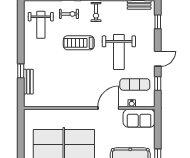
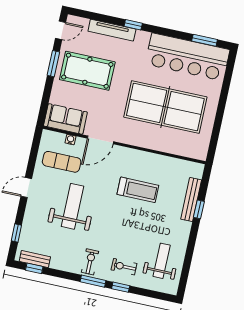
treadmill: (79, 43) -> (138, 190), moved
bench: (28, 82) -> (191, 200), width x1.36
window: (158, 84) -> (33, 157), removed

